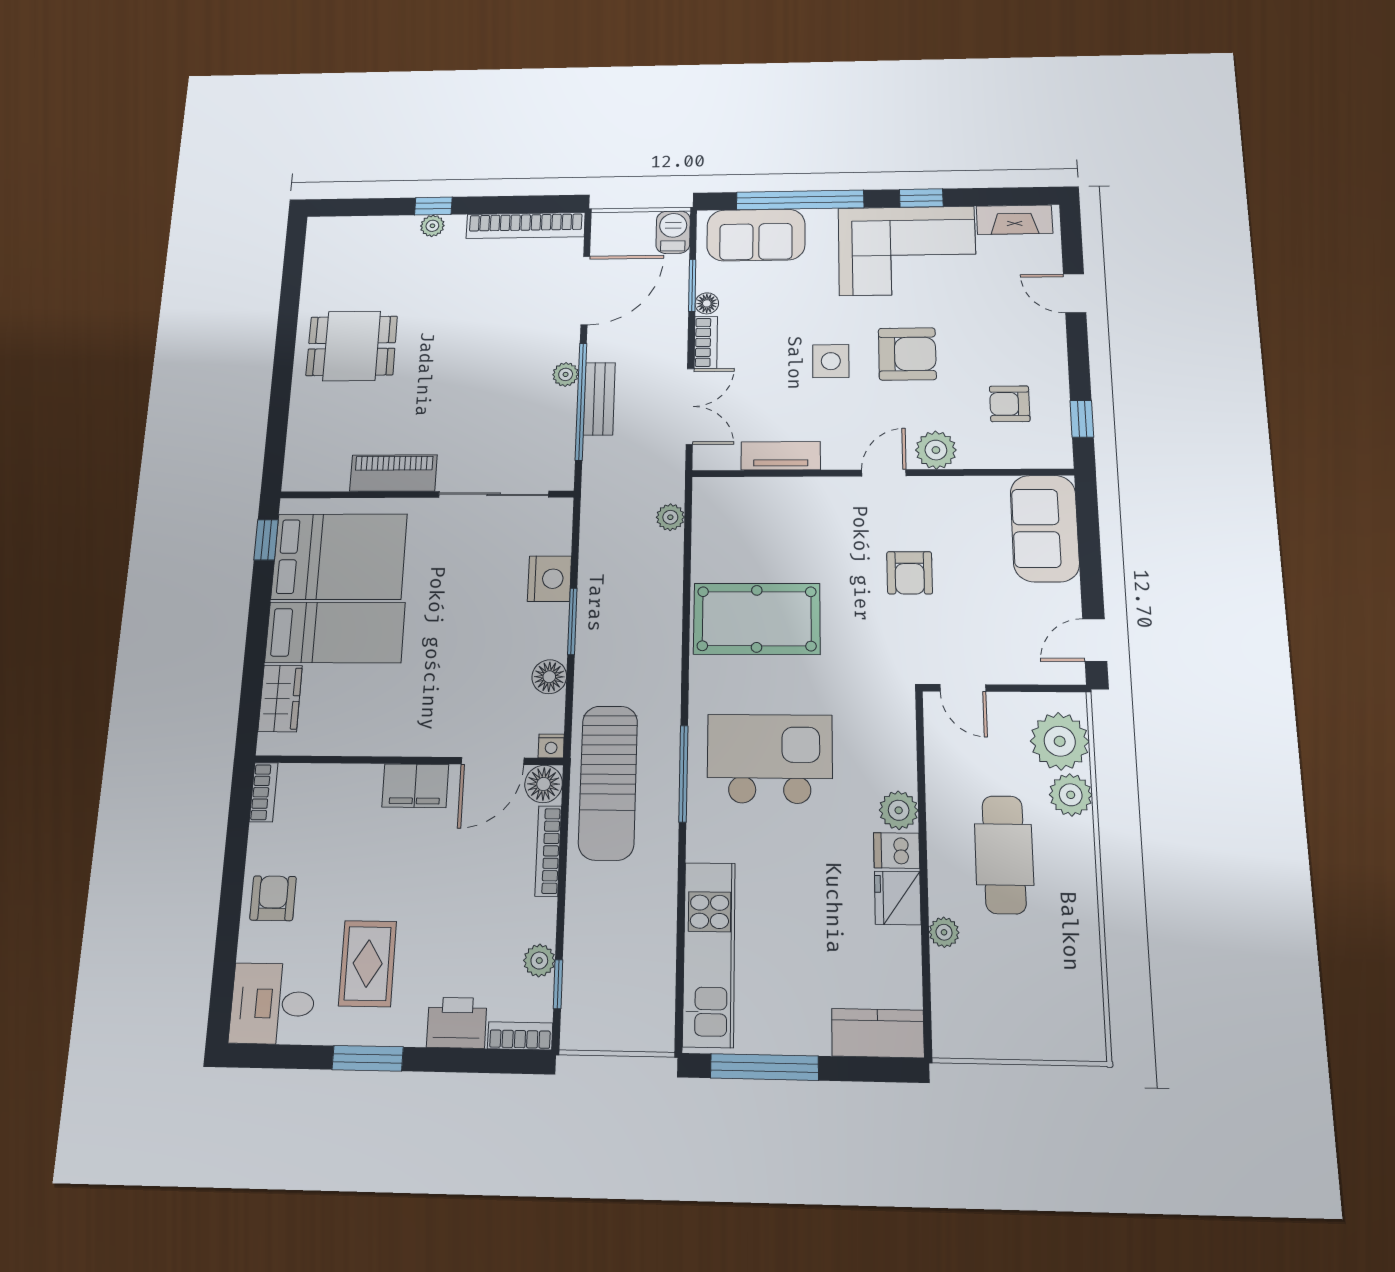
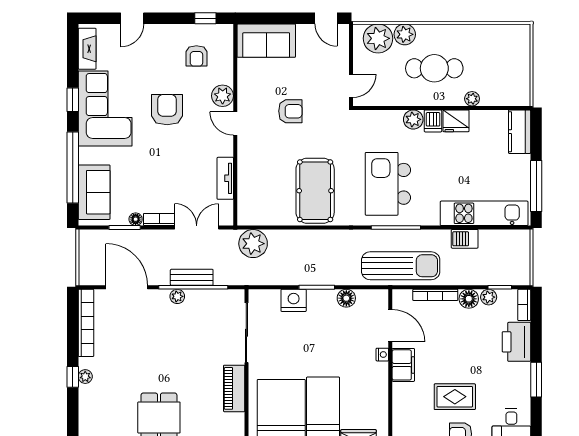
barbecue: (673, 232) -> (465, 239), moved
side table: (831, 361) -> (171, 151), removed
plant: (670, 517) -> (253, 244), width x1.88, depth x1.88
nightstand: (551, 746) -> (382, 355), moved
floor lamp: (544, 784) -> (469, 299), moved
rug: (368, 963) -> (455, 397), moved
printer: (457, 1023) -> (516, 342), width x1.37, depth x1.19

